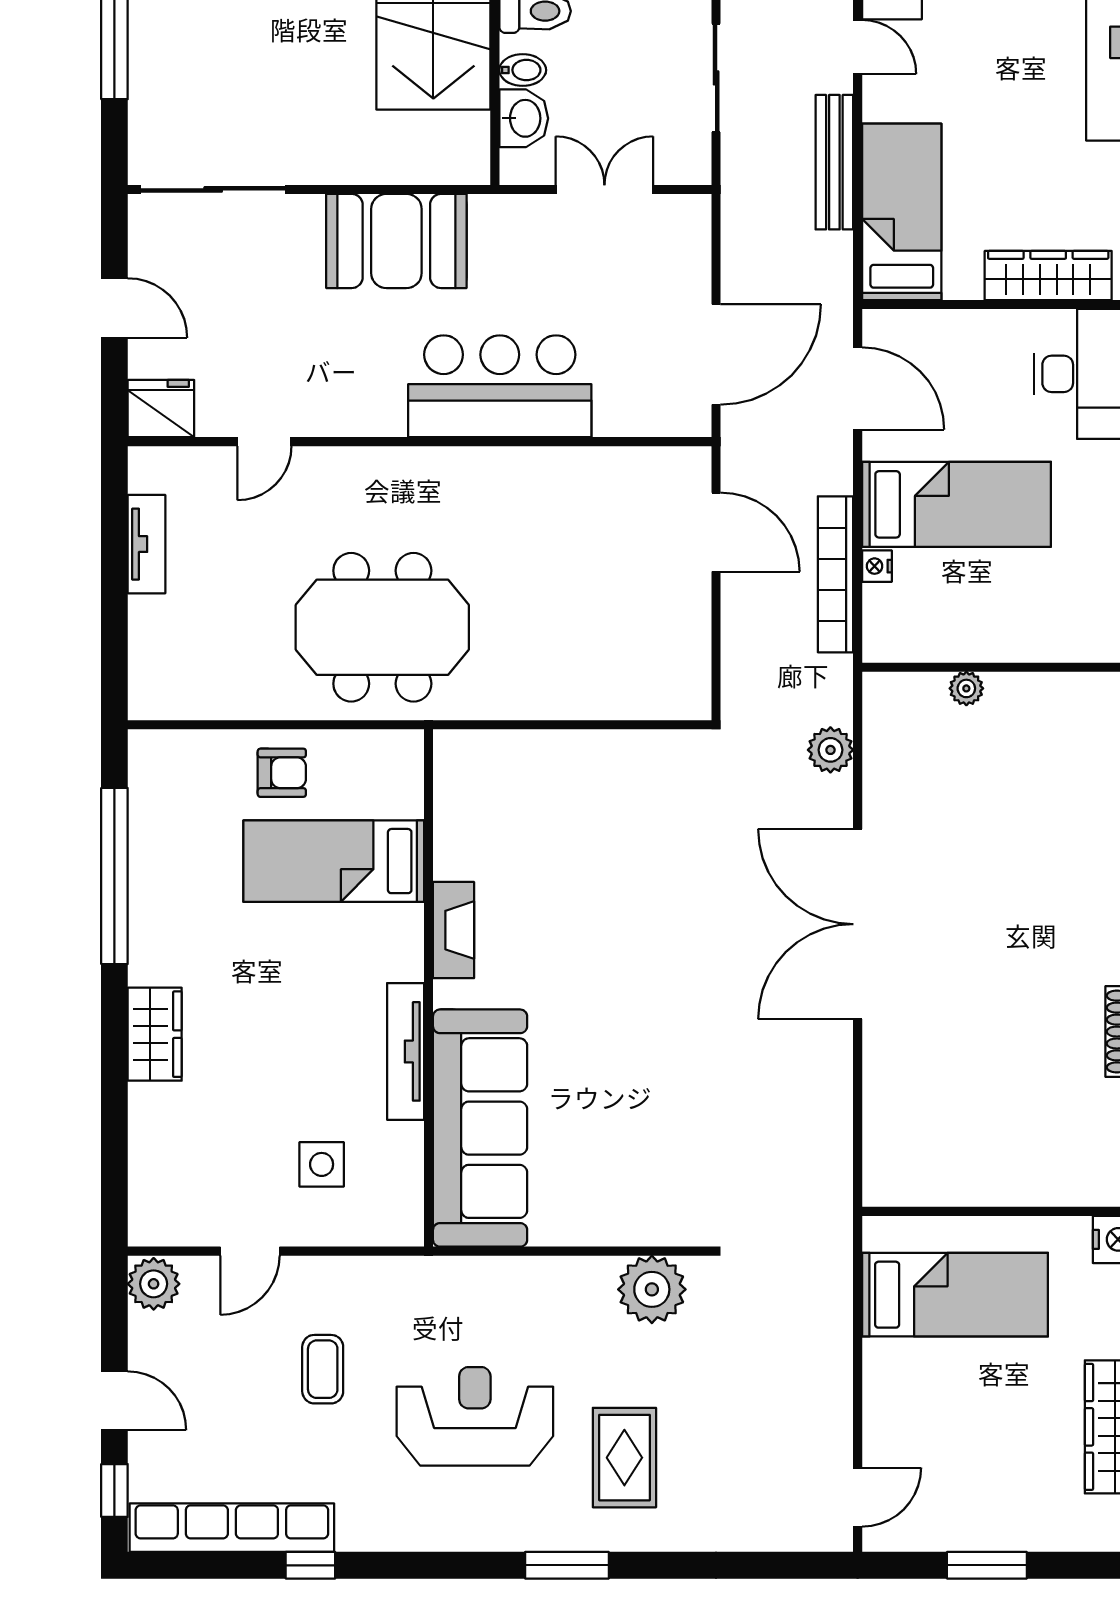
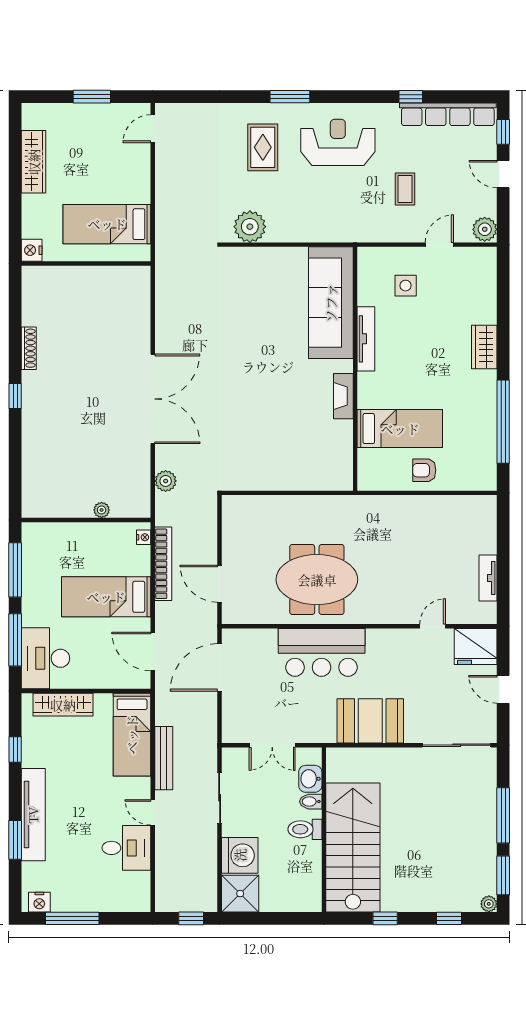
fridge: (161, 409) -> (476, 646), width x1.36, depth x1.34
nightstand: (877, 566) -> (144, 537), moved
meeting table: (382, 627) -> (317, 580), moved
reception desk: (475, 1416) -> (338, 142), moved, turned 180

